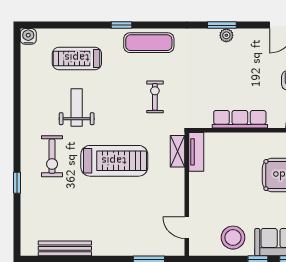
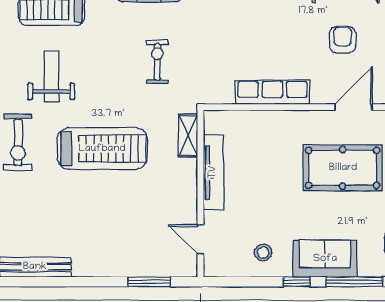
tv unit: (196, 152) -> (213, 172), moved, width x1.41
stool: (233, 238) -> (263, 253), width x0.53, depth x0.53

